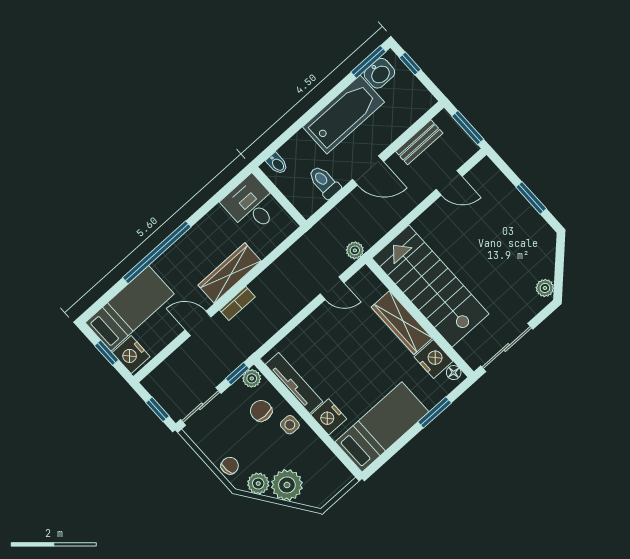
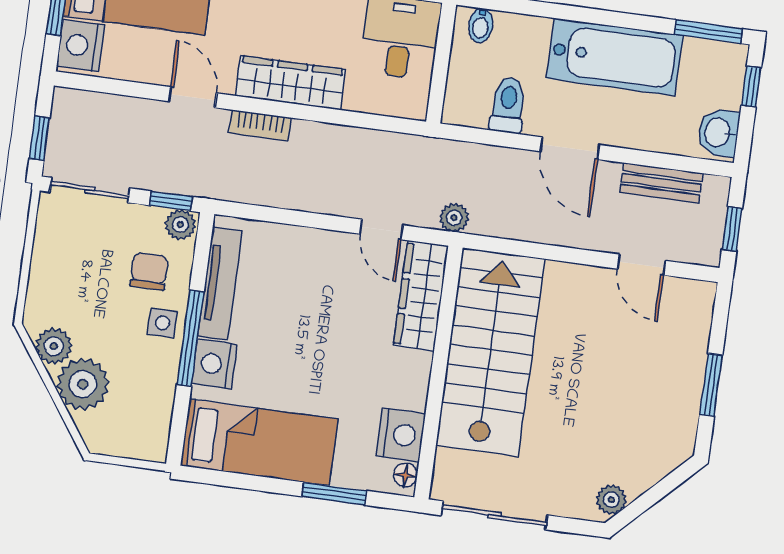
washbasin: (379, 73) -> (718, 133), moved, turned 90
window: (468, 128) -> (732, 229), width x0.67
wardrobe: (402, 323) -> (421, 296), moved
window: (308, 418) -> (190, 338), added
chair: (230, 466) -> (46, 291), removed

